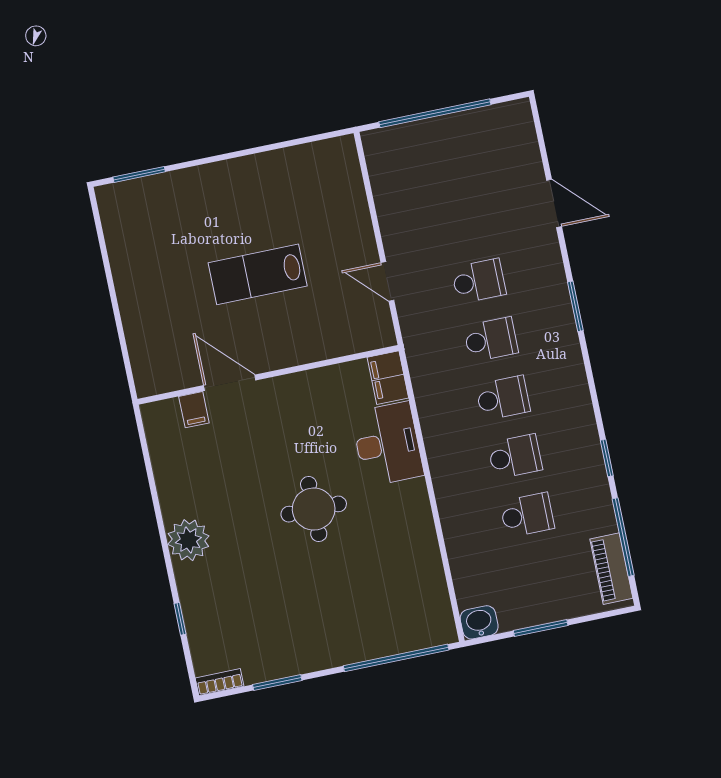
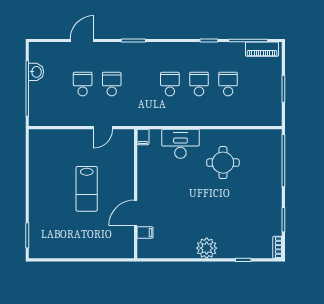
school desk: (491, 339) -> (83, 84), moved
filing cabinet: (388, 378) -> (143, 137), width x0.50
round table: (314, 509) -> (223, 163), moved
washbasin: (479, 622) -> (36, 72), moved, turned 180

